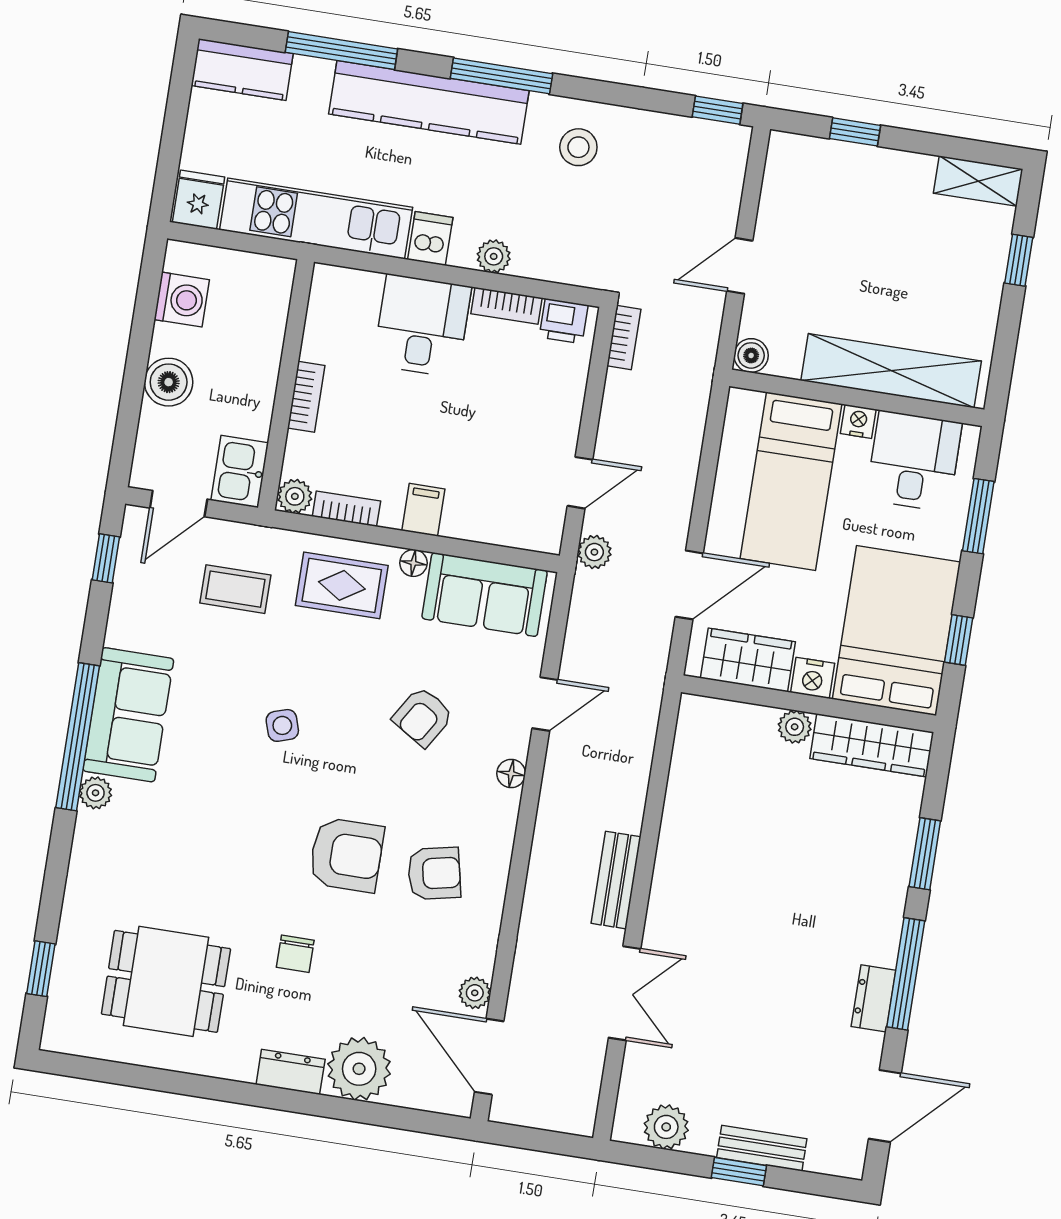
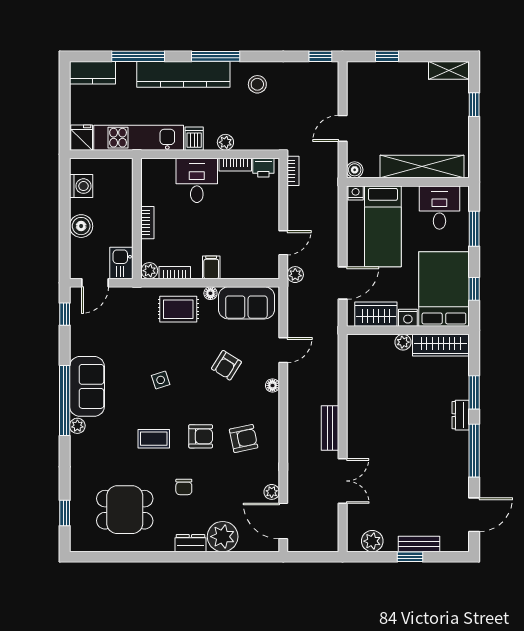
nightstand: (858, 421) -> (356, 193), moved
coffee table: (235, 589) -> (154, 439), moved
armchair: (346, 855) -> (201, 436), width x0.72, depth x0.72
dresser: (874, 998) -> (461, 415), moved

